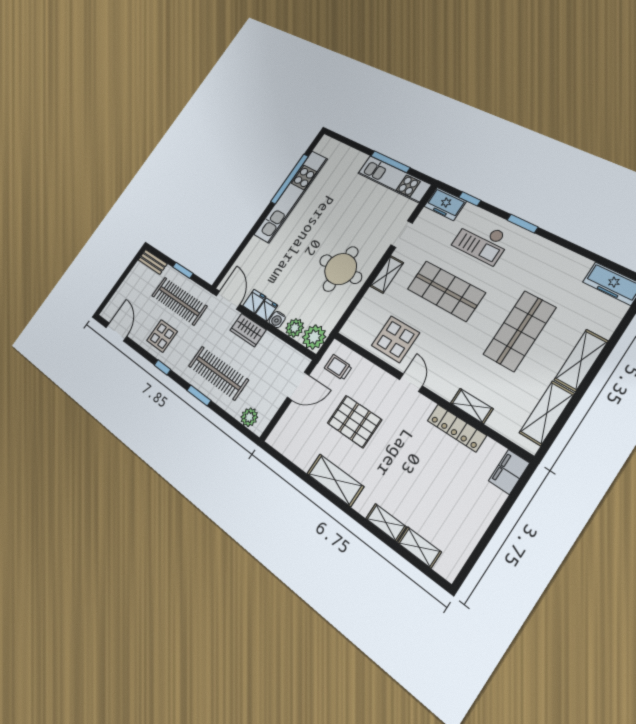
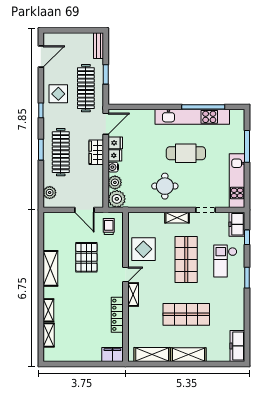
window: (390, 162) -> (247, 146), moved
cafe table: (323, 224) -> (186, 153), added
round table: (341, 269) -> (165, 186), width x0.73, depth x0.73
shelving: (472, 406) -> (133, 295), moved

